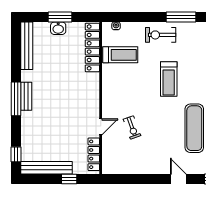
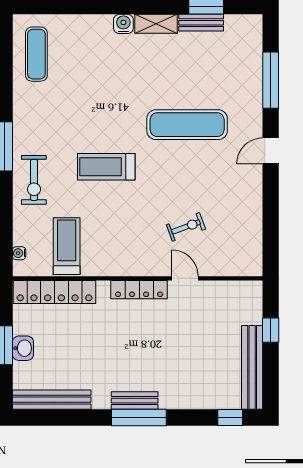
treadmill: (169, 79) -> (106, 167), turned 180
locker: (94, 154) -> (139, 290), moved

